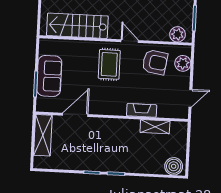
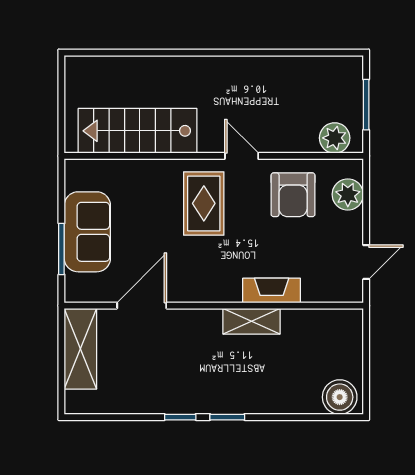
armchair: (155, 62) -> (293, 195), turned 81
shelving: (155, 127) -> (251, 321), moved

